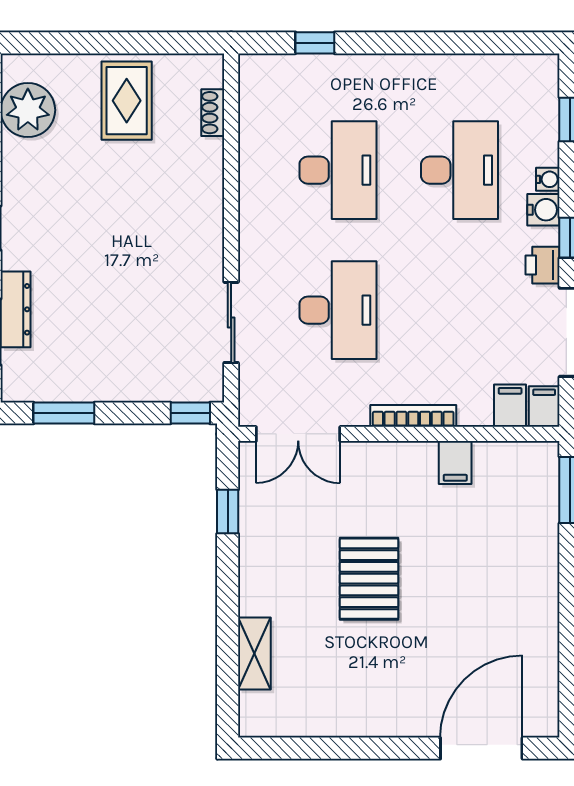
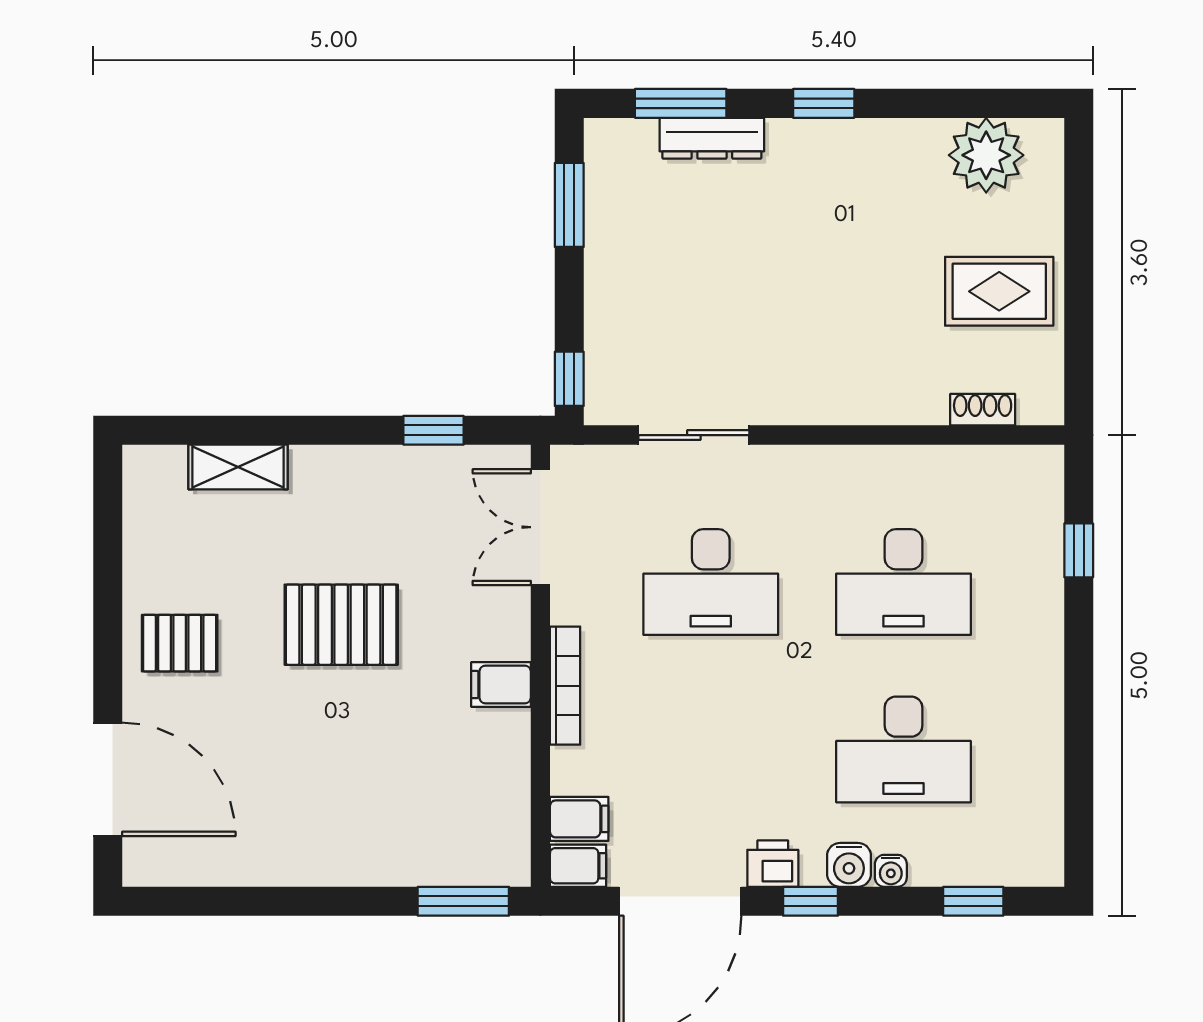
filing cabinet: (455, 463) -> (501, 685), moved
pallet: (382, 696) -> (180, 643), added

